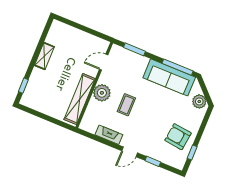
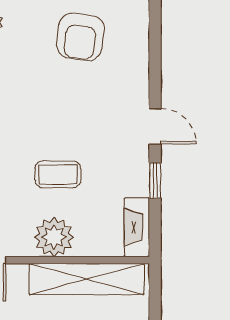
fireplace: (109, 135) -> (137, 227), moved
window: (153, 161) -> (155, 181), moved

